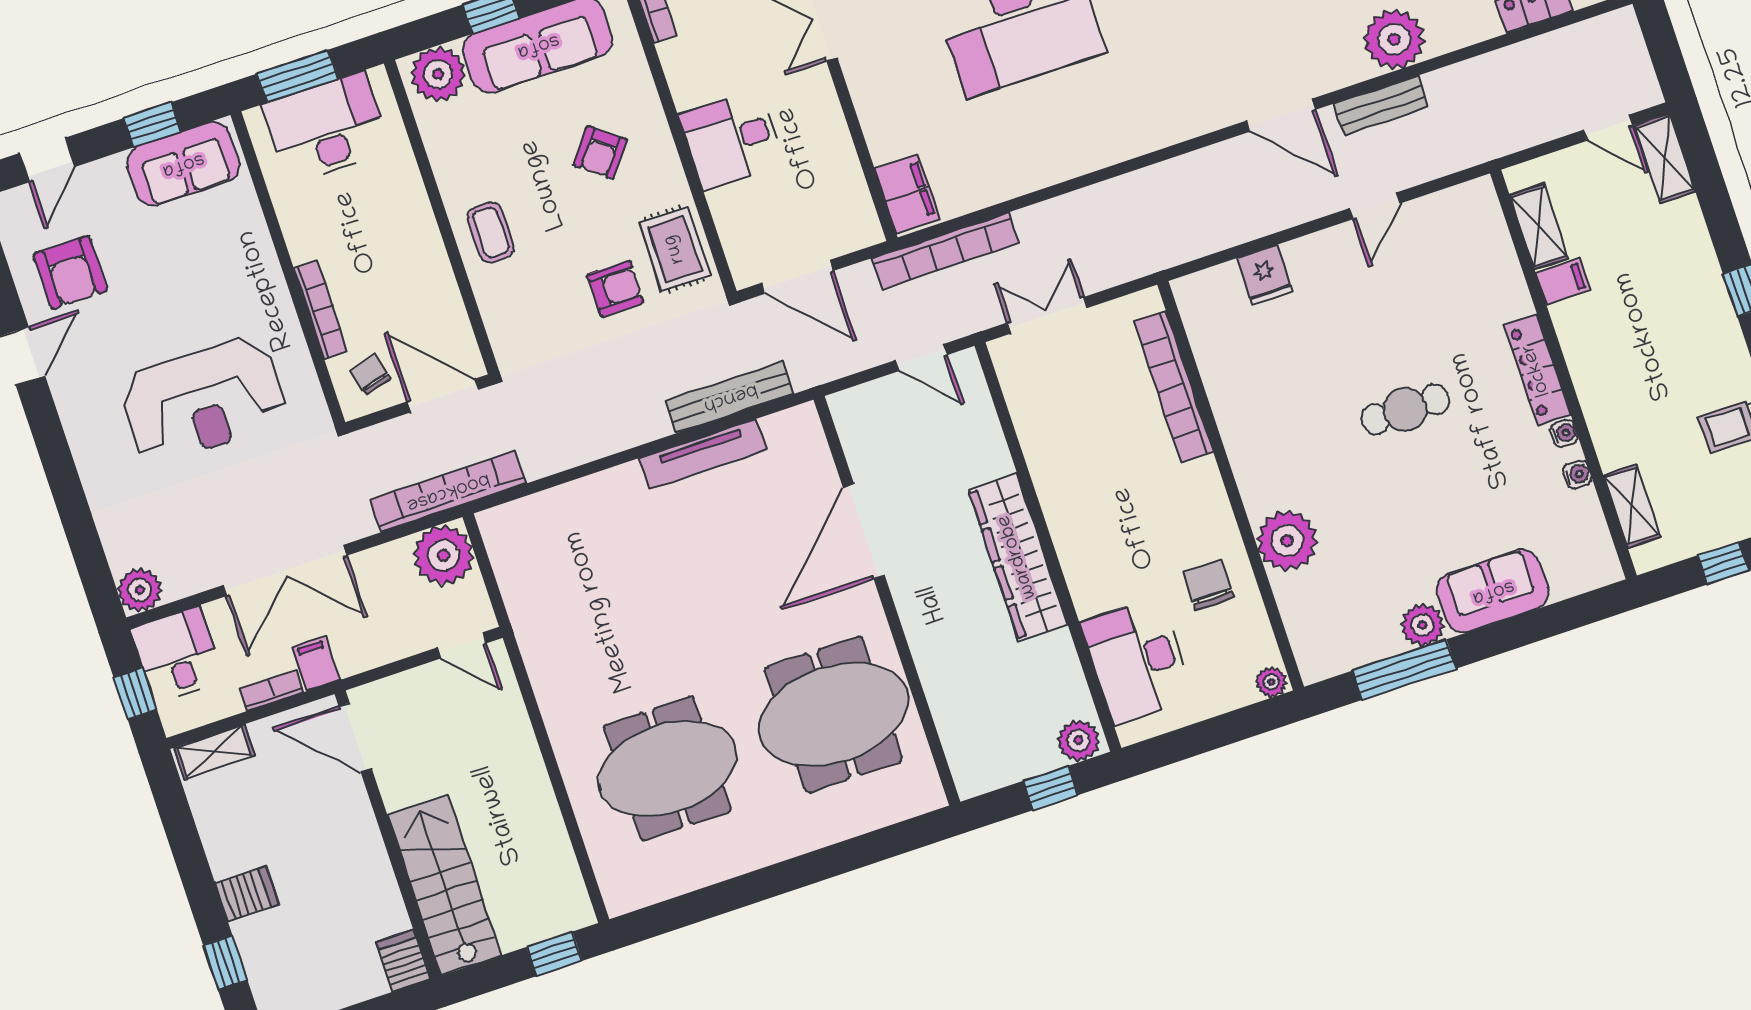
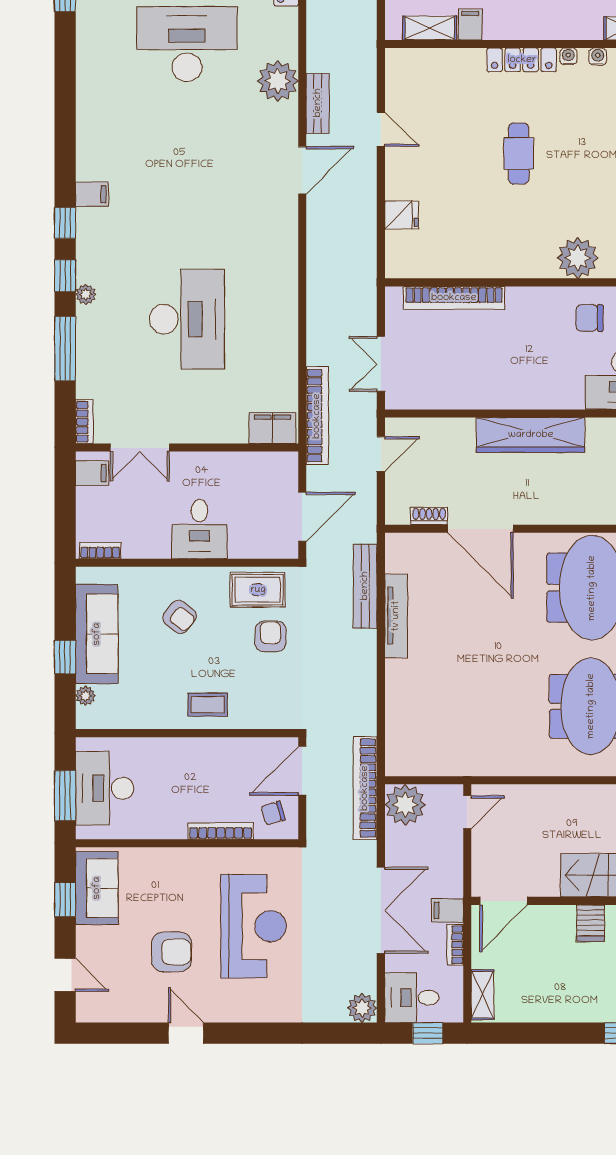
plant: (438, 74) -> (85, 696), width x0.53, depth x0.53
armchair: (70, 272) -> (172, 952), moved
shoe rack: (857, 454) -> (429, 516), added
server rack: (247, 894) -> (591, 923), moved, turned 180

